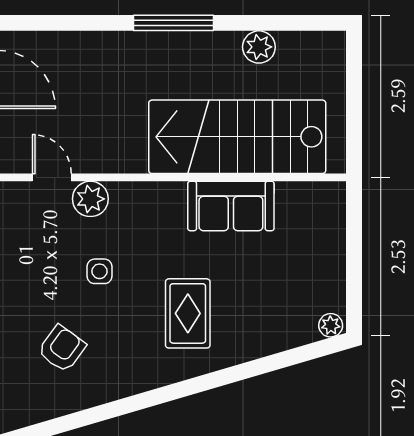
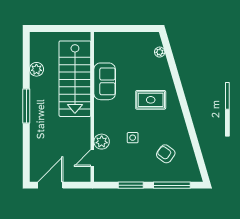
plant: (331, 325) -> (160, 52), moved

